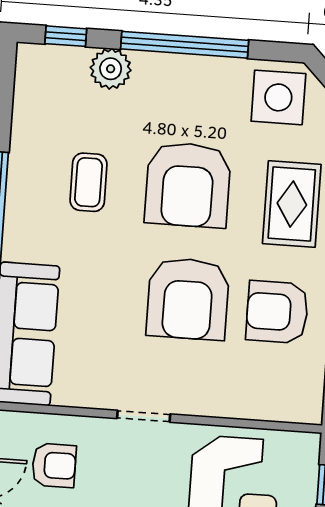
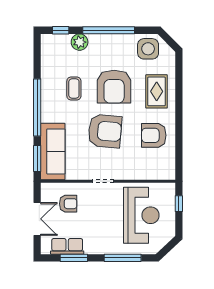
armchair: (188, 299) -> (105, 131), moved, turned -85

